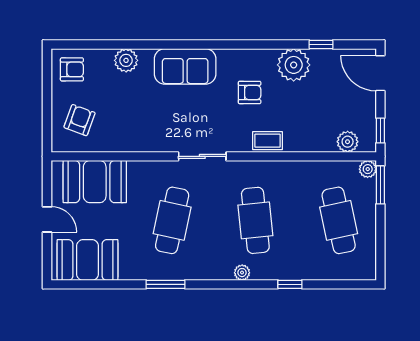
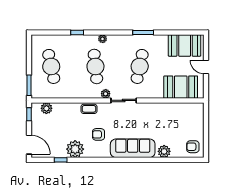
sofa: (185, 66) -> (133, 148), width x1.36
armchair: (80, 120) -> (189, 120), removed
plant: (368, 169) -> (106, 94), moved

